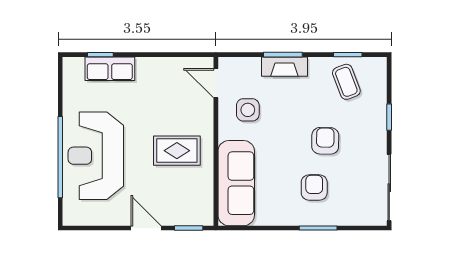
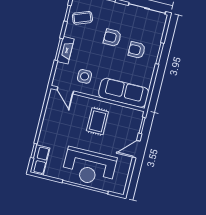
row of seats: (110, 69) -> (40, 160), moved
door: (216, 83) -> (65, 90), hinge flipped

